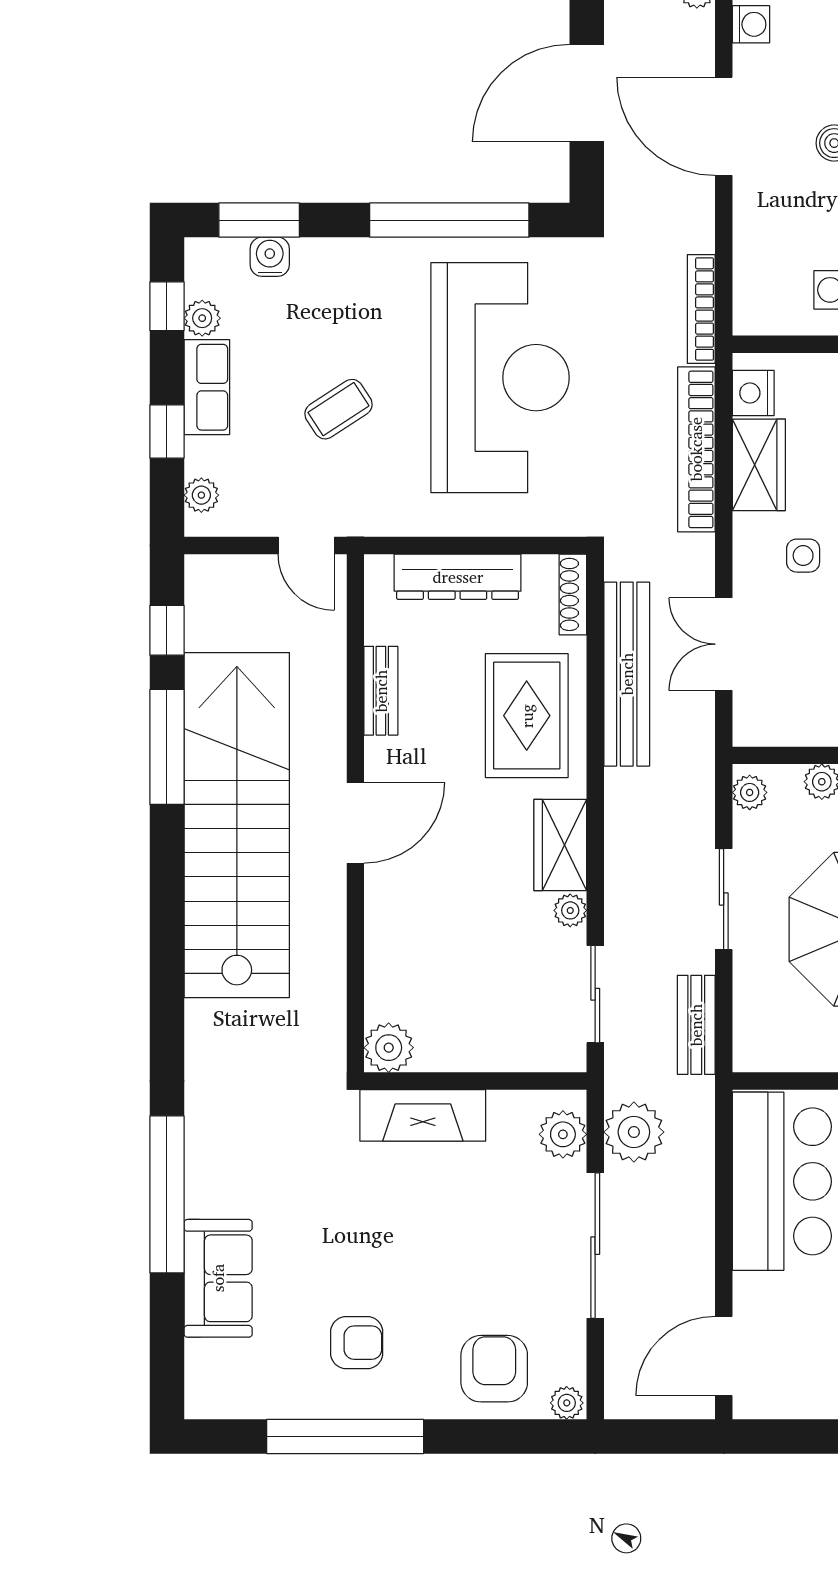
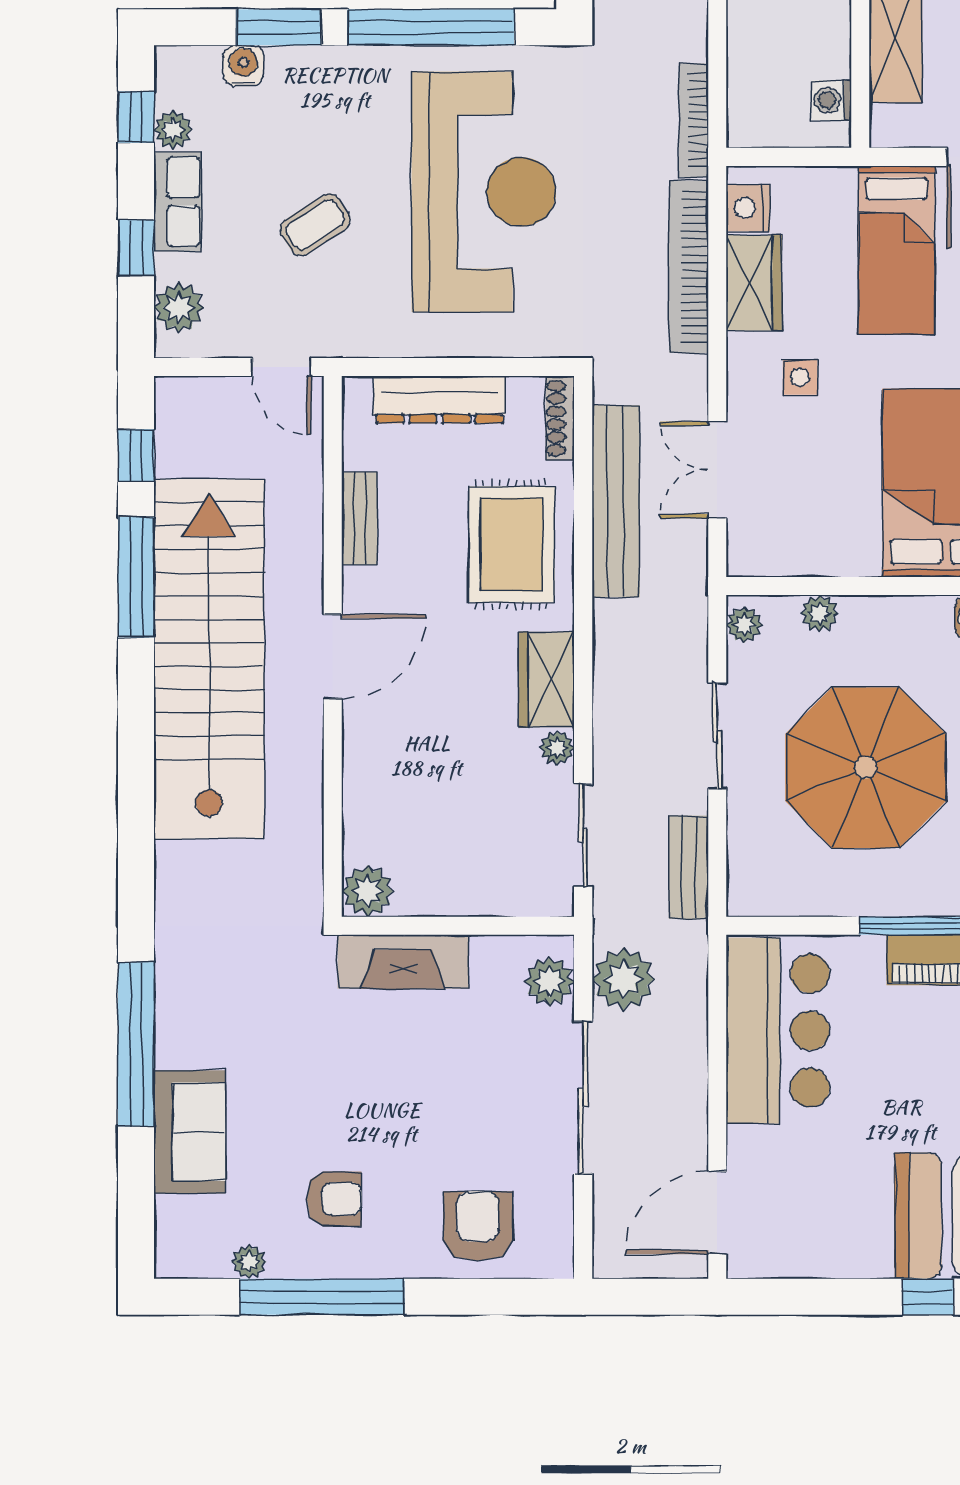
window: (259, 220) -> (279, 27), moved
plant: (201, 495) -> (179, 308), width x1.38, depth x1.38
plant: (567, 1403) -> (249, 1262), moved

